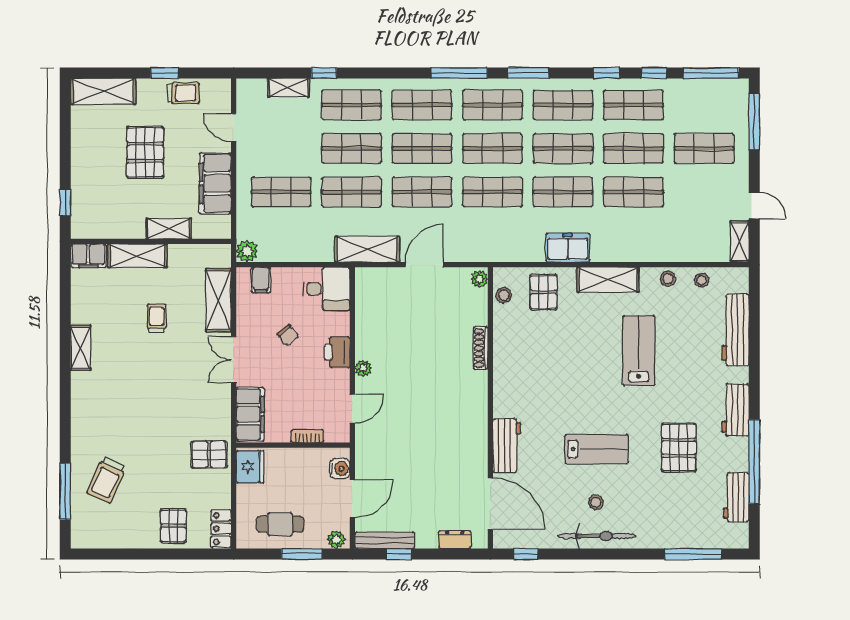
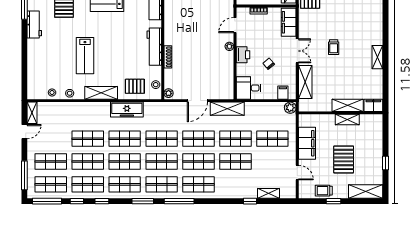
shop shelf: (352, 105) -> (51, 184), moved
window: (65, 202) -> (385, 163), moved
door: (754, 206) -> (24, 132), swing flipped
shelving: (169, 229) -> (347, 120), moved
freezer: (568, 248) -> (127, 109), width x1.40
pallet: (544, 292) -> (135, 86), turned 90
trolley: (157, 318) -> (334, 47), moved
workbench: (735, 330) -> (154, 47), moved, turned 180

